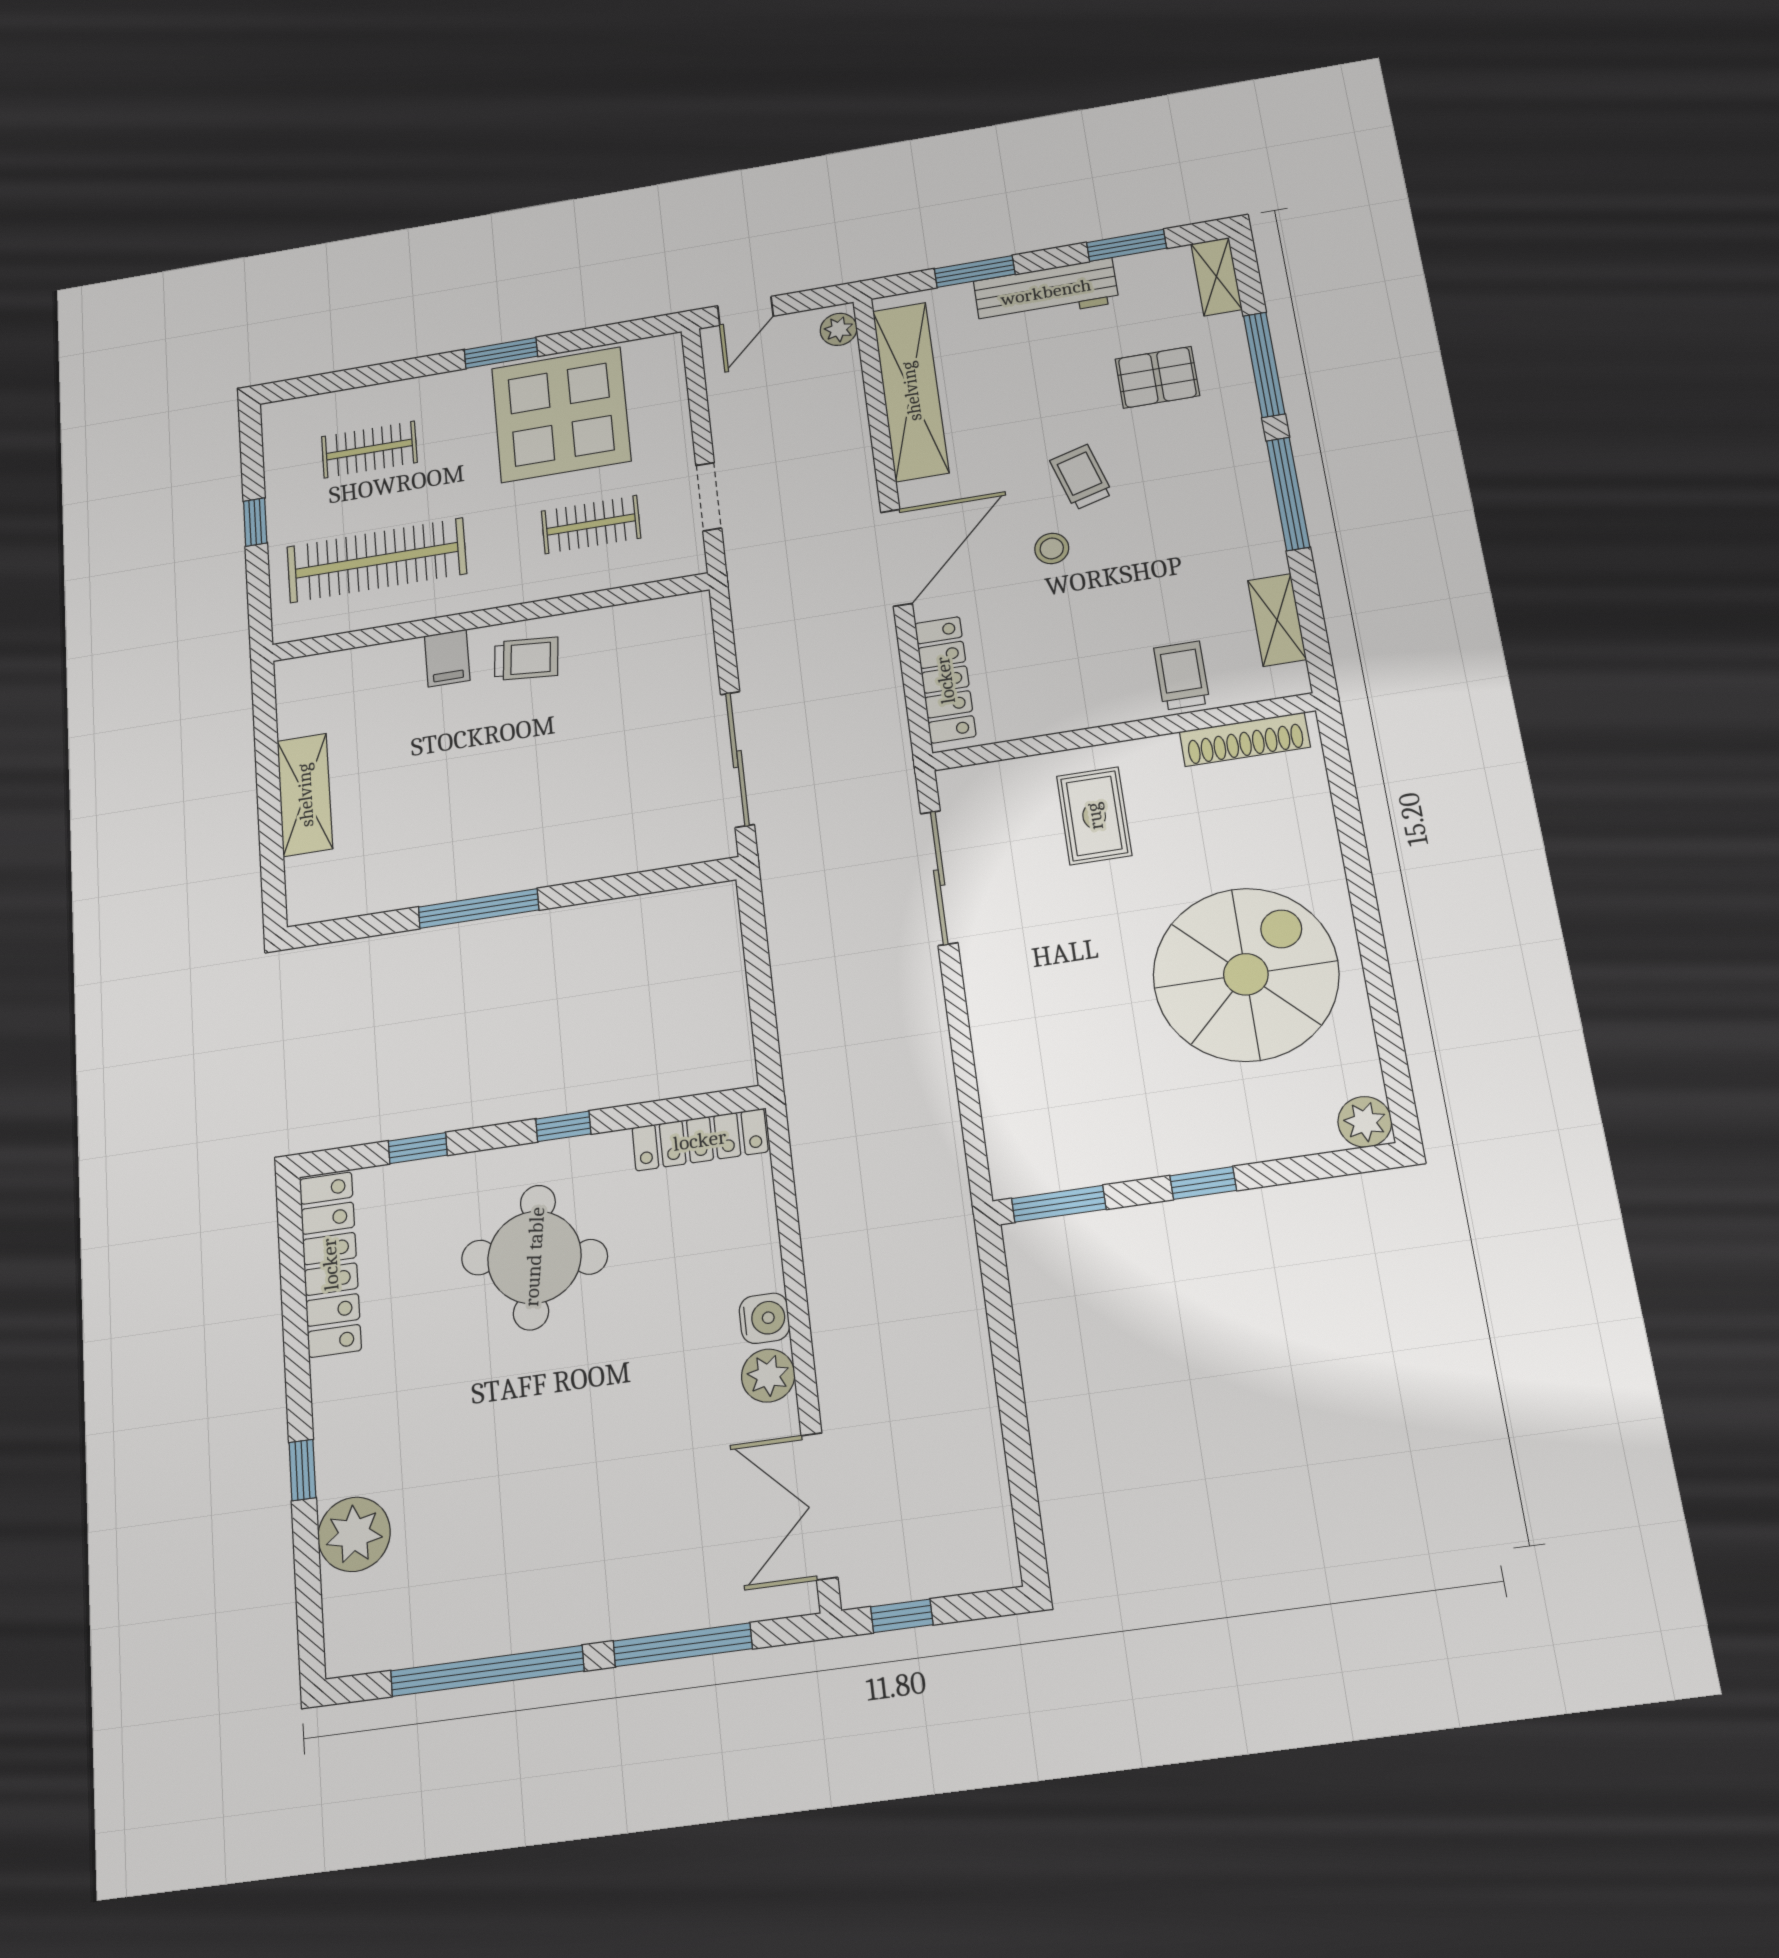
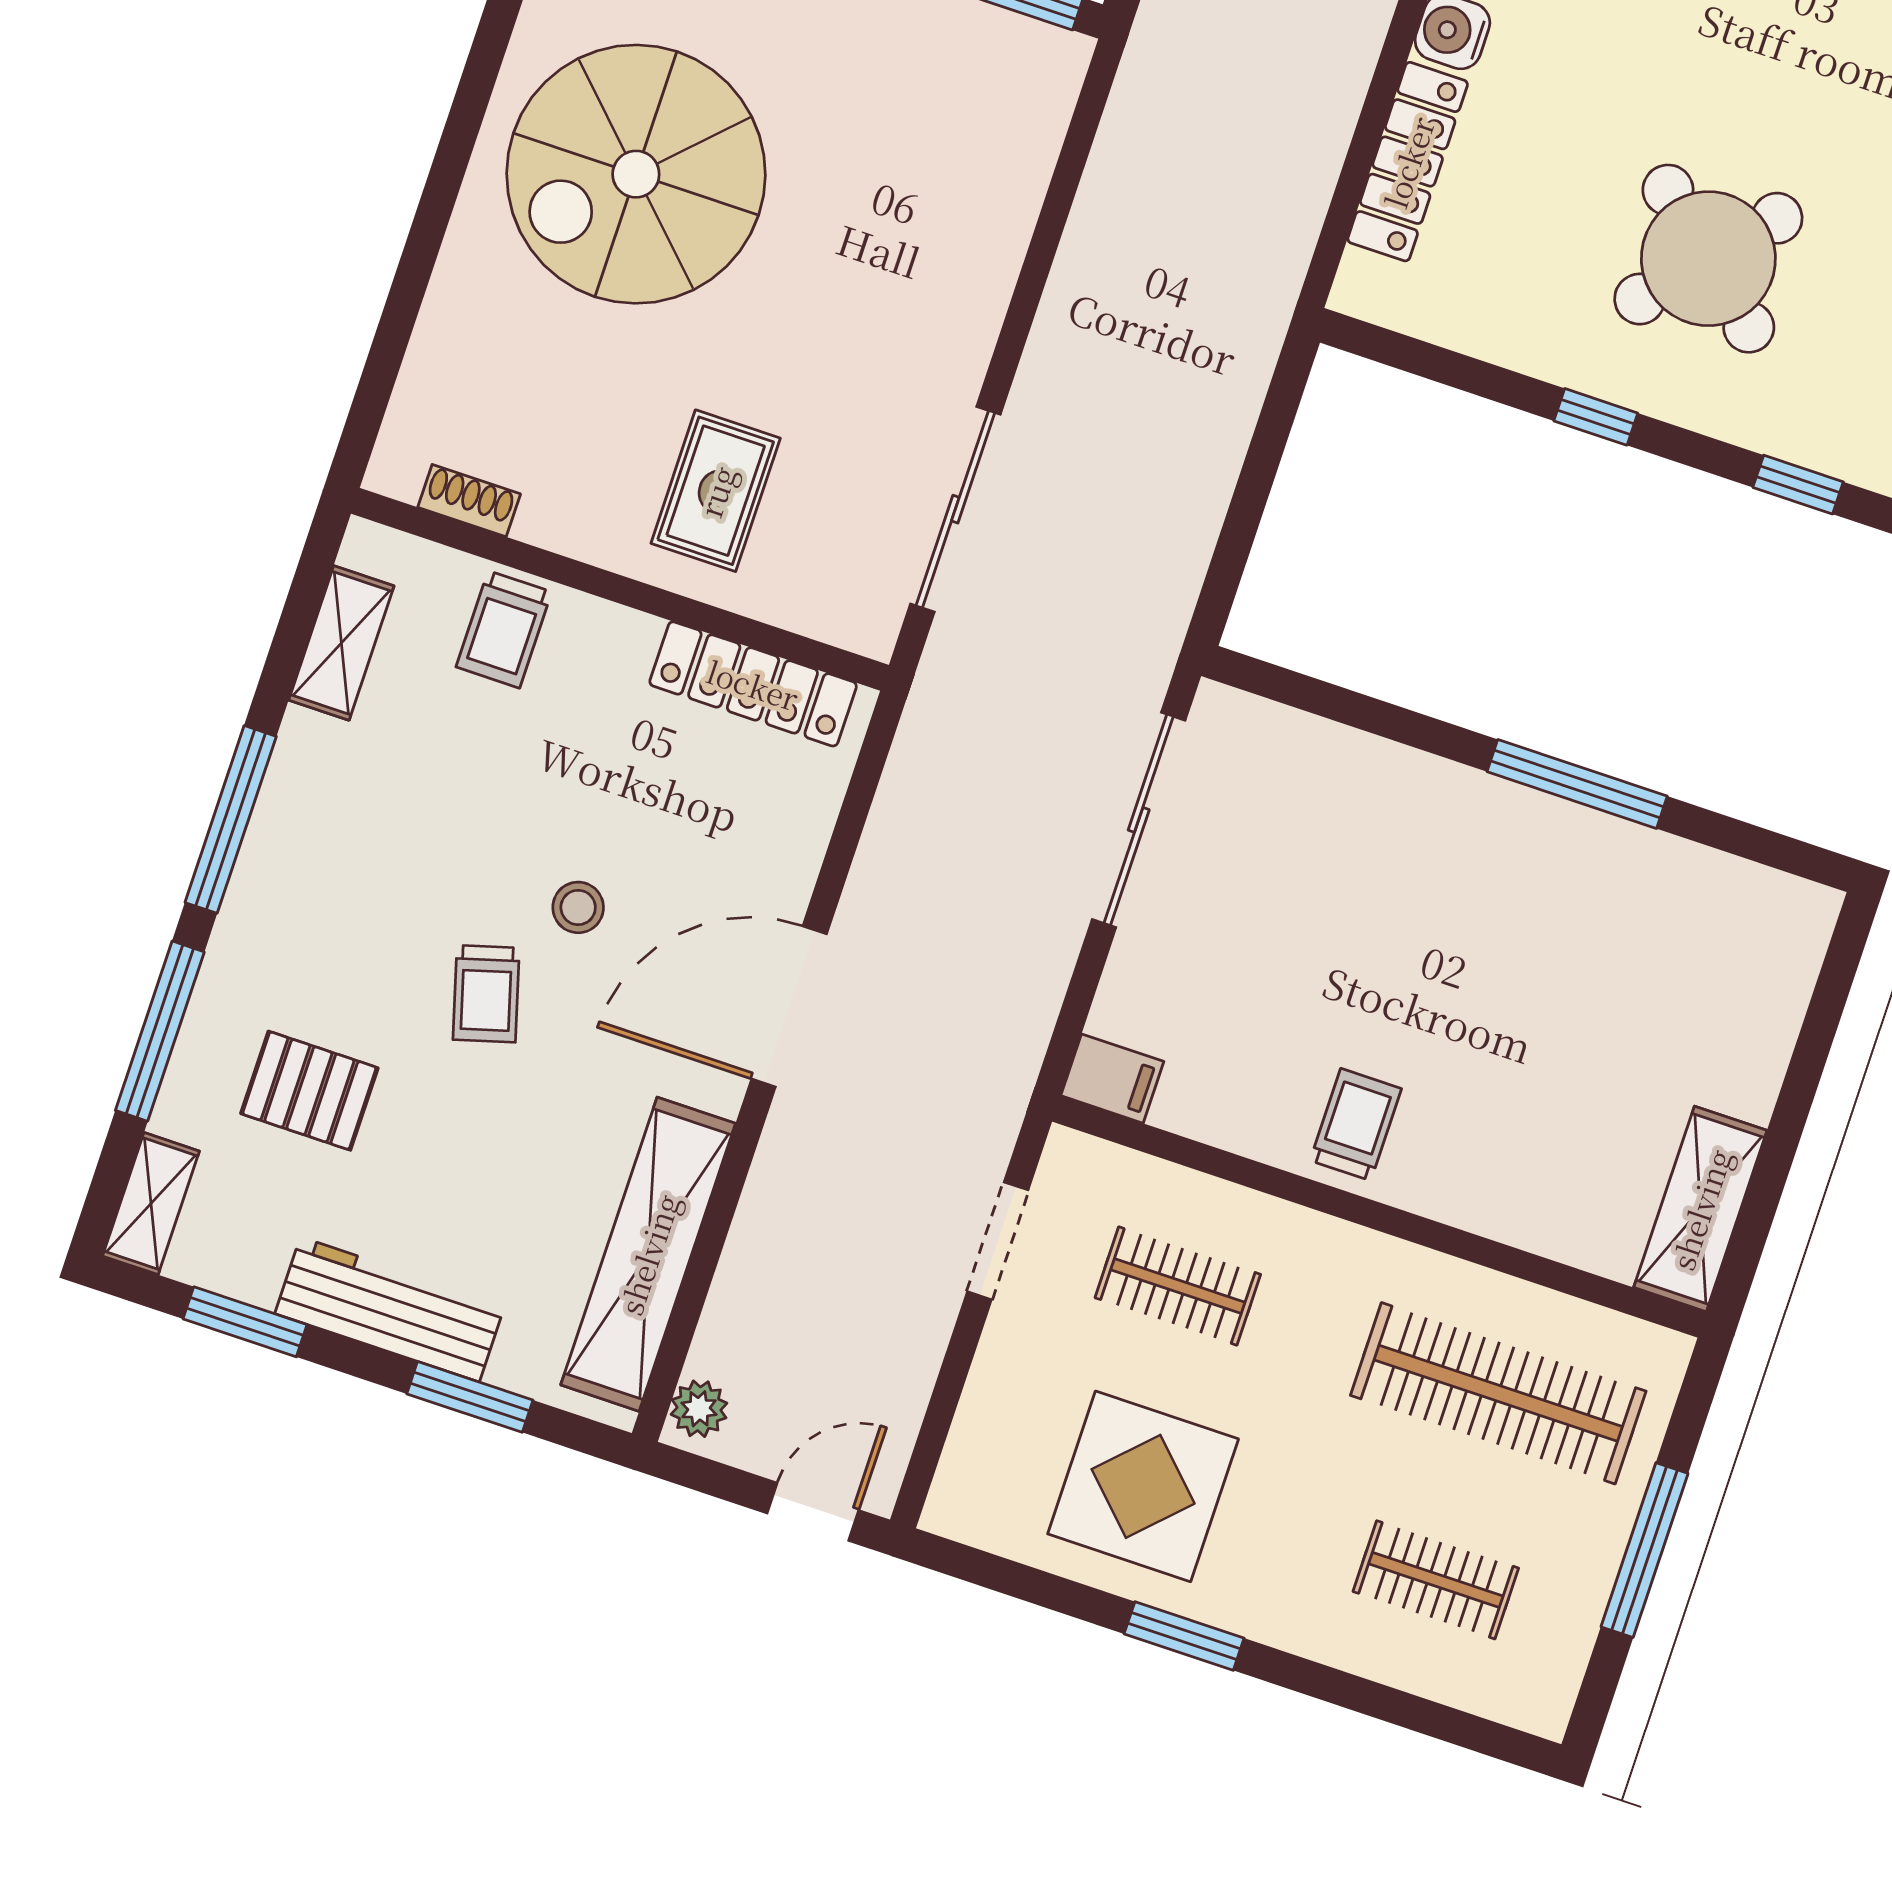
display table: (561, 415) -> (1143, 1486), width x0.73, depth x0.73
window: (255, 522) -> (1644, 1550), width x2.17
filing cabinet: (447, 658) -> (1112, 1079), moved, turned 90
trolley: (526, 659) -> (1356, 1125), turned 85
locker: (945, 680) -> (753, 684), moved, turned -90
shoe rack: (1245, 739) -> (469, 501), width x0.51, depth x0.81
shelving: (305, 795) -> (1700, 1209), moved
locker: (700, 1140) -> (1408, 162), moved, turned 90
round table: (534, 1257) -> (1708, 259), turned 33

